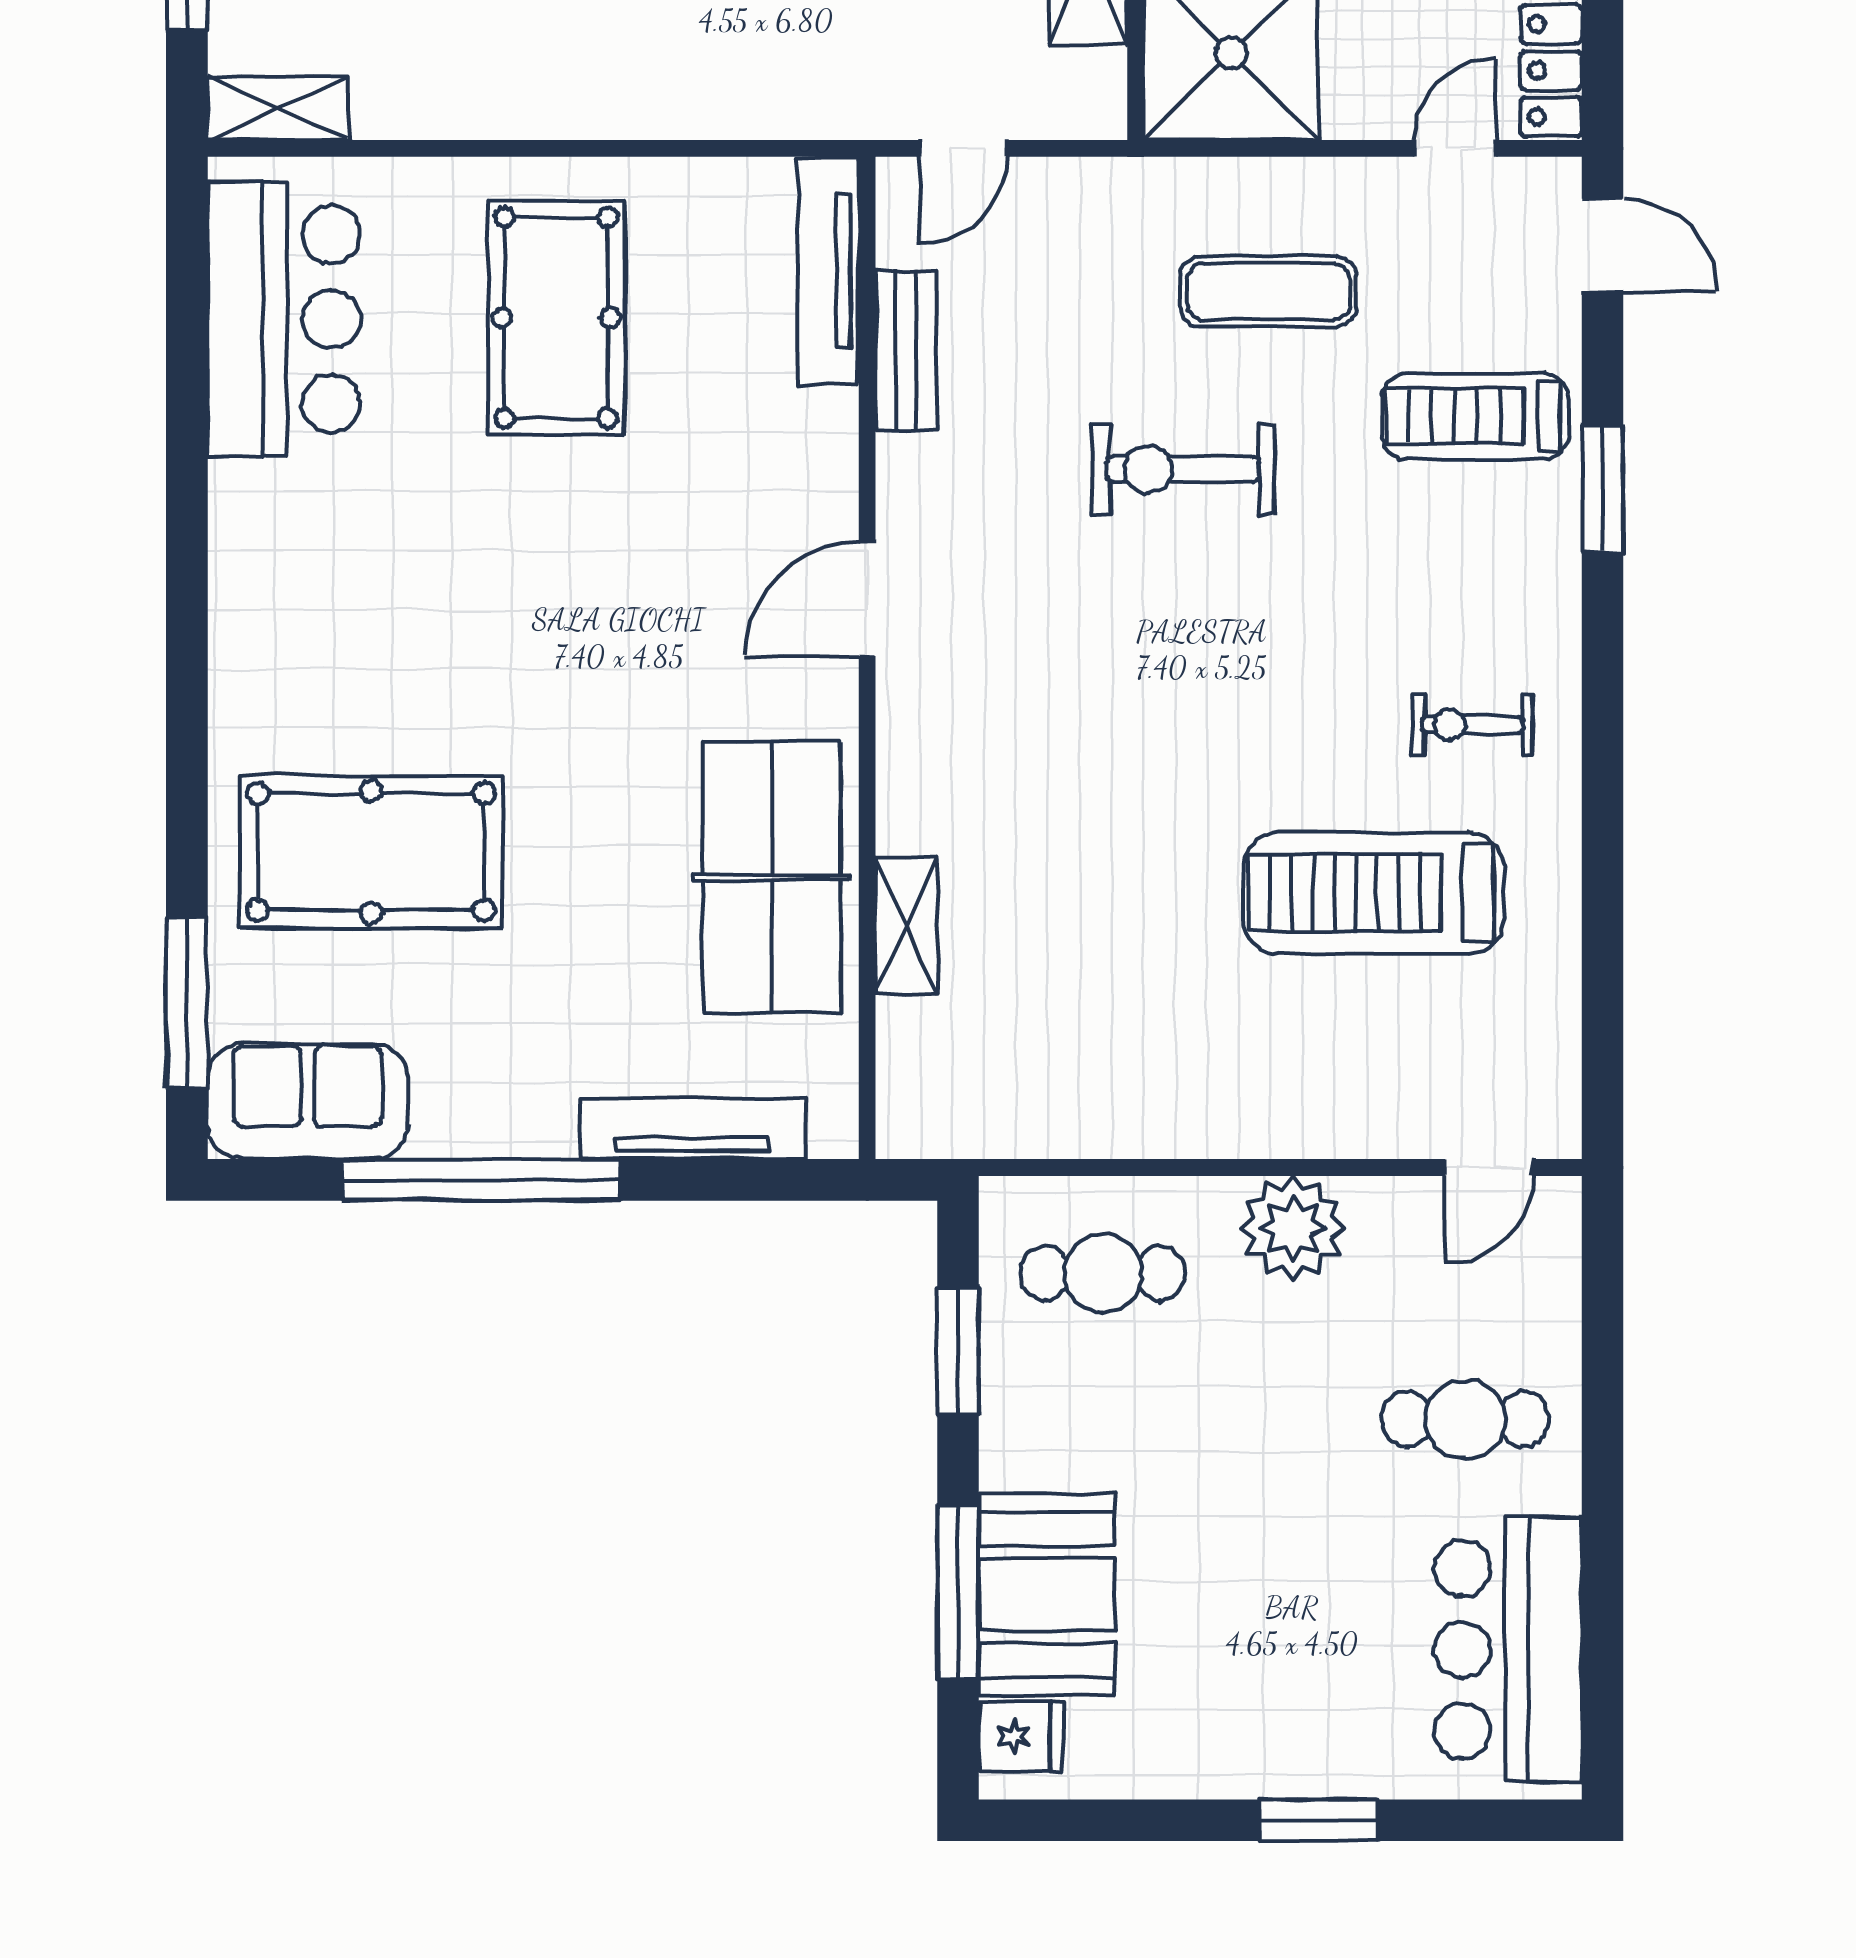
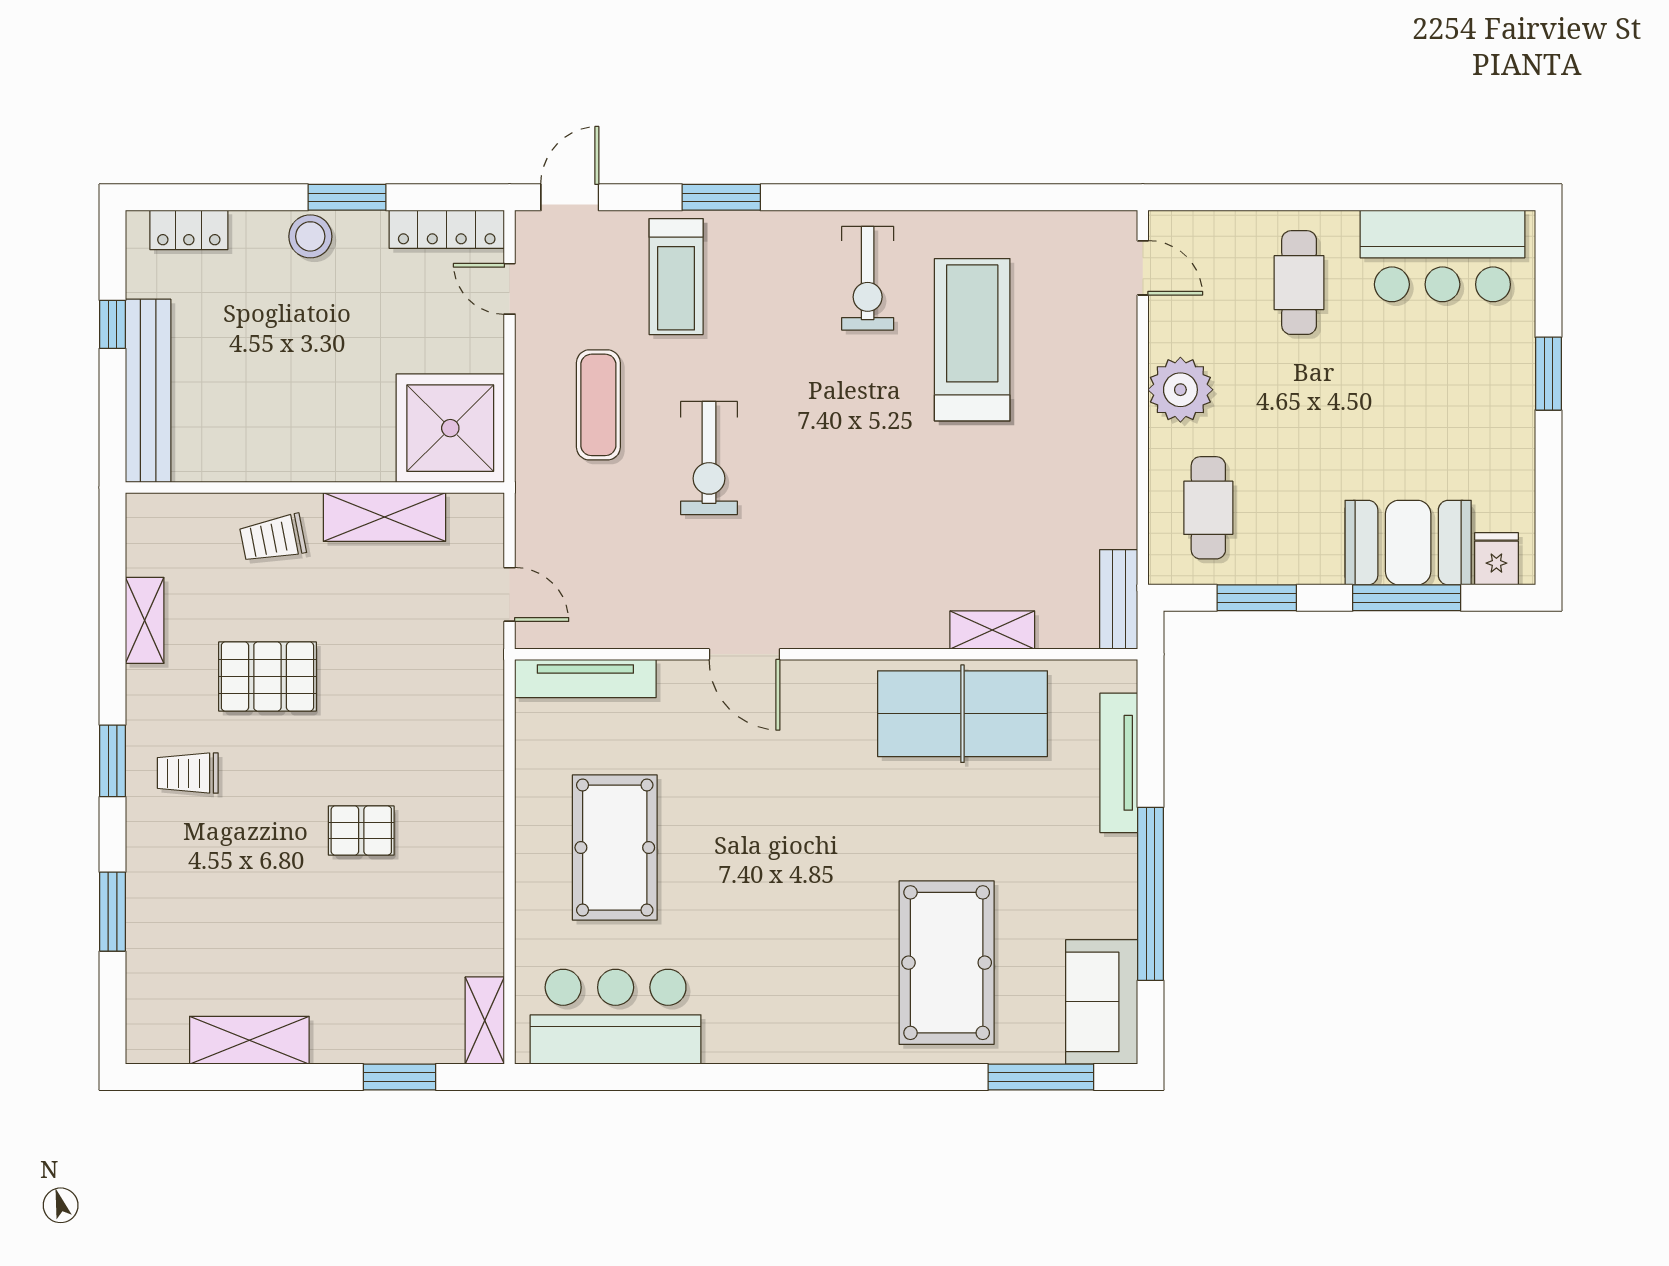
pool table: (556, 318) -> (615, 848), turned 90
bench: (906, 350) -> (1119, 599), moved, turned 90
door: (867, 599) -> (744, 654), moved
exercise bike: (1472, 725) -> (868, 278), width x1.38, depth x1.39
treadmill: (1373, 893) -> (972, 340), turned 180

